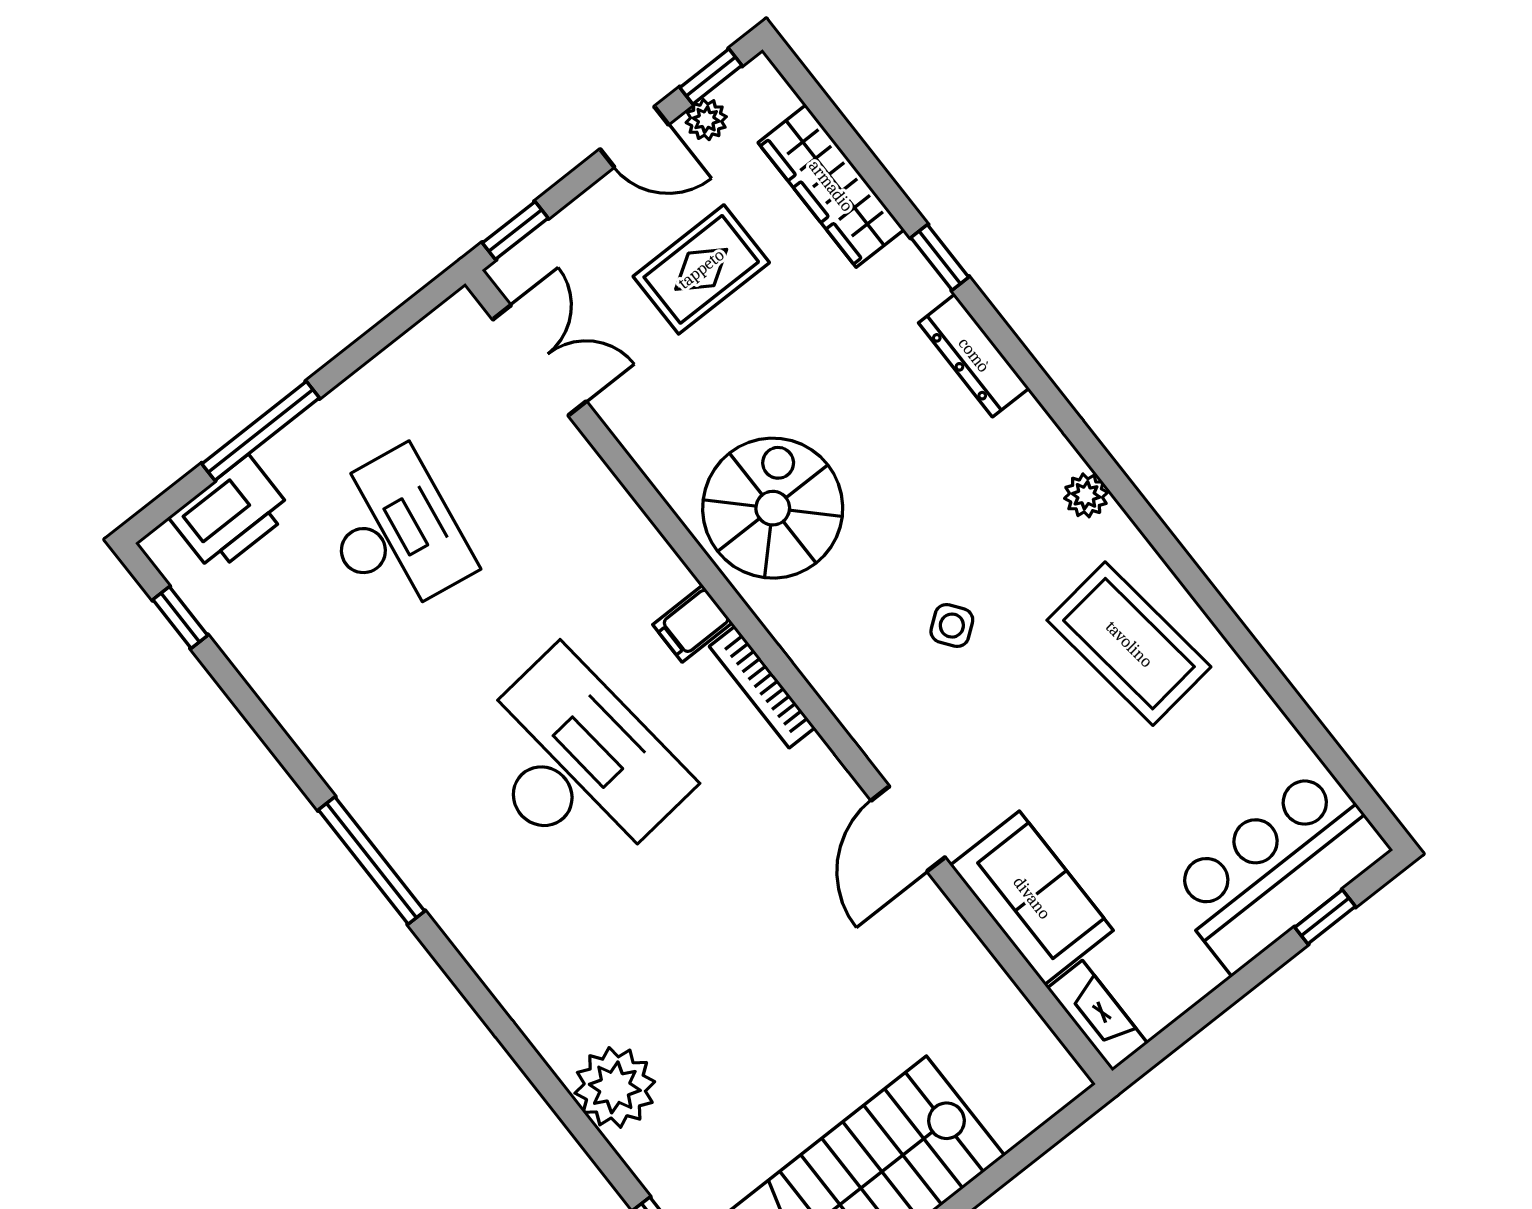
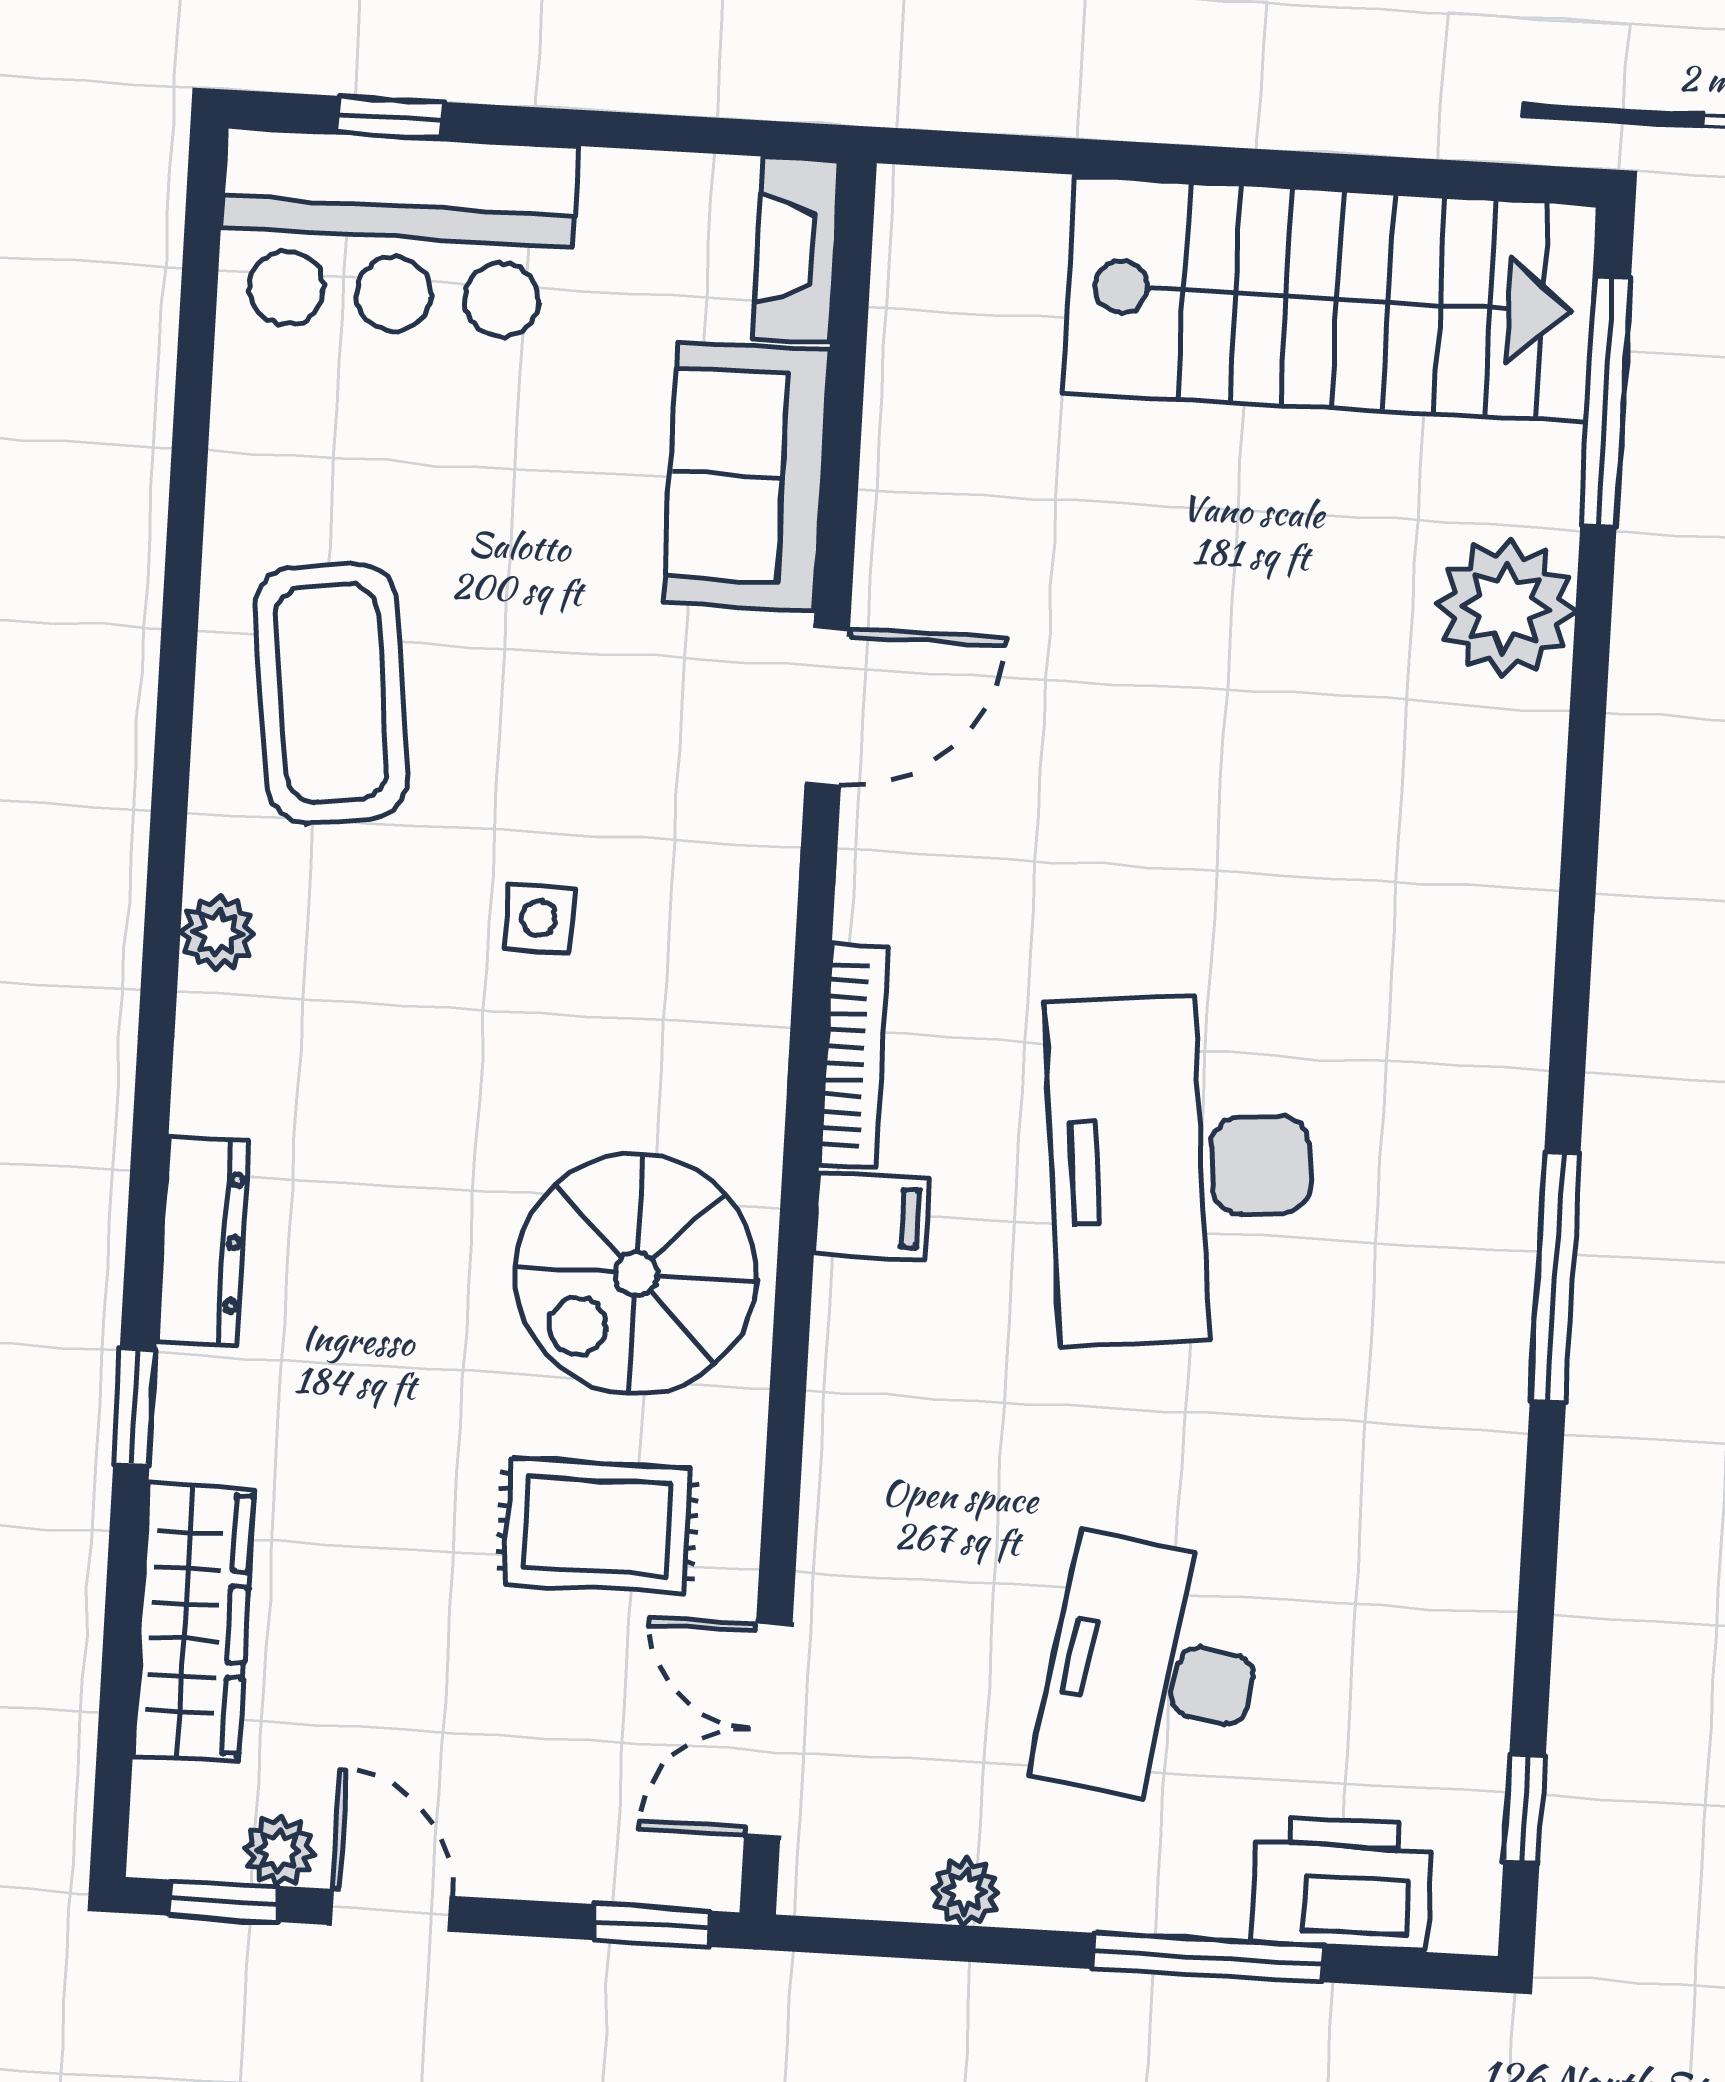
rug: (701, 269) -> (597, 1526), moved
plant: (392, 366) -> (965, 1892), added
side table: (952, 626) -> (539, 918), turned 37
plant: (615, 1087) -> (1506, 608), moved

